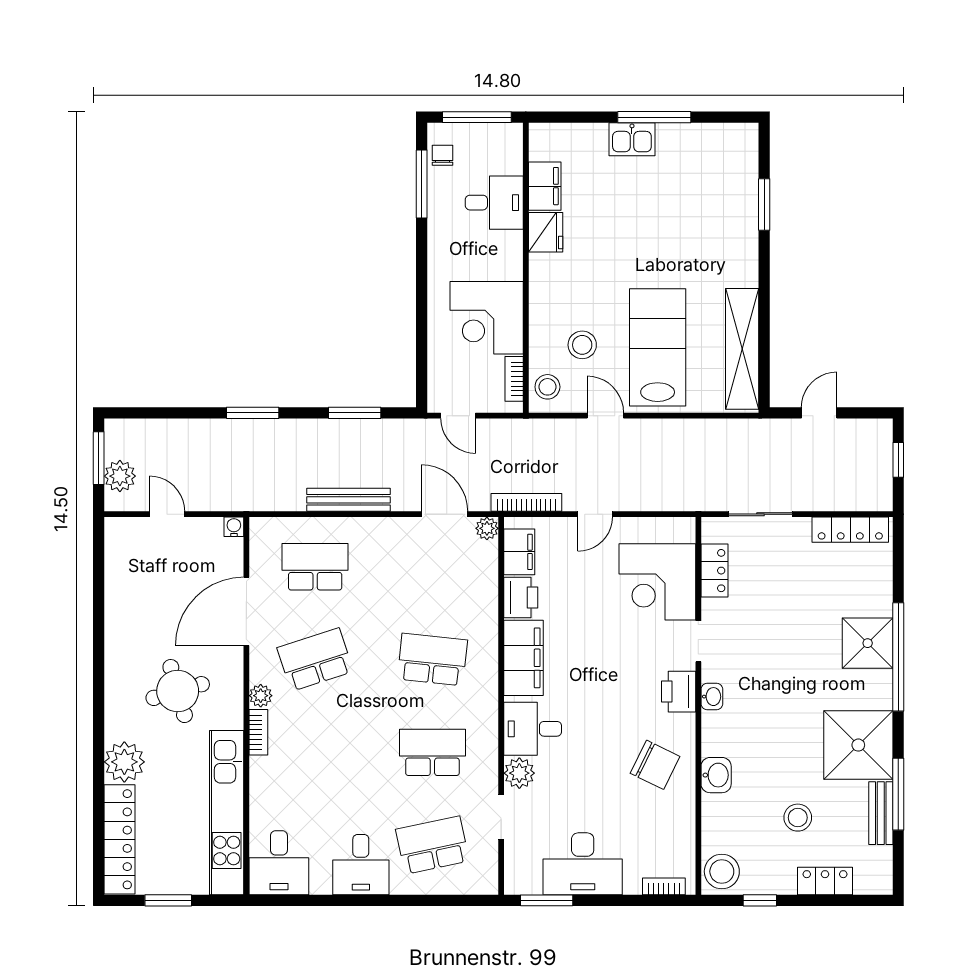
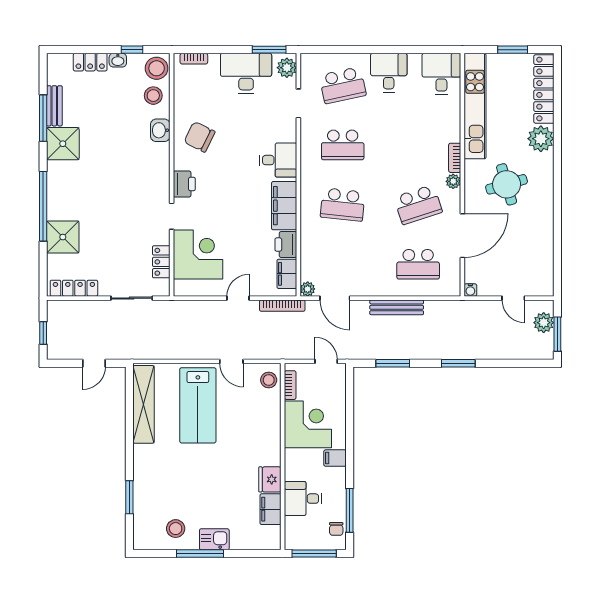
filing cabinet: (444, 266) -> (335, 458), added
stool: (582, 345) -> (176, 529), moved
shower: (868, 643) -> (63, 237), moved
washbasin: (712, 697) -> (118, 60), moved, turned -90
shower: (858, 745) -> (63, 144), width x0.73, depth x0.73
plant: (519, 773) -> (287, 68), moved
stool: (798, 818) -> (153, 96), moved

